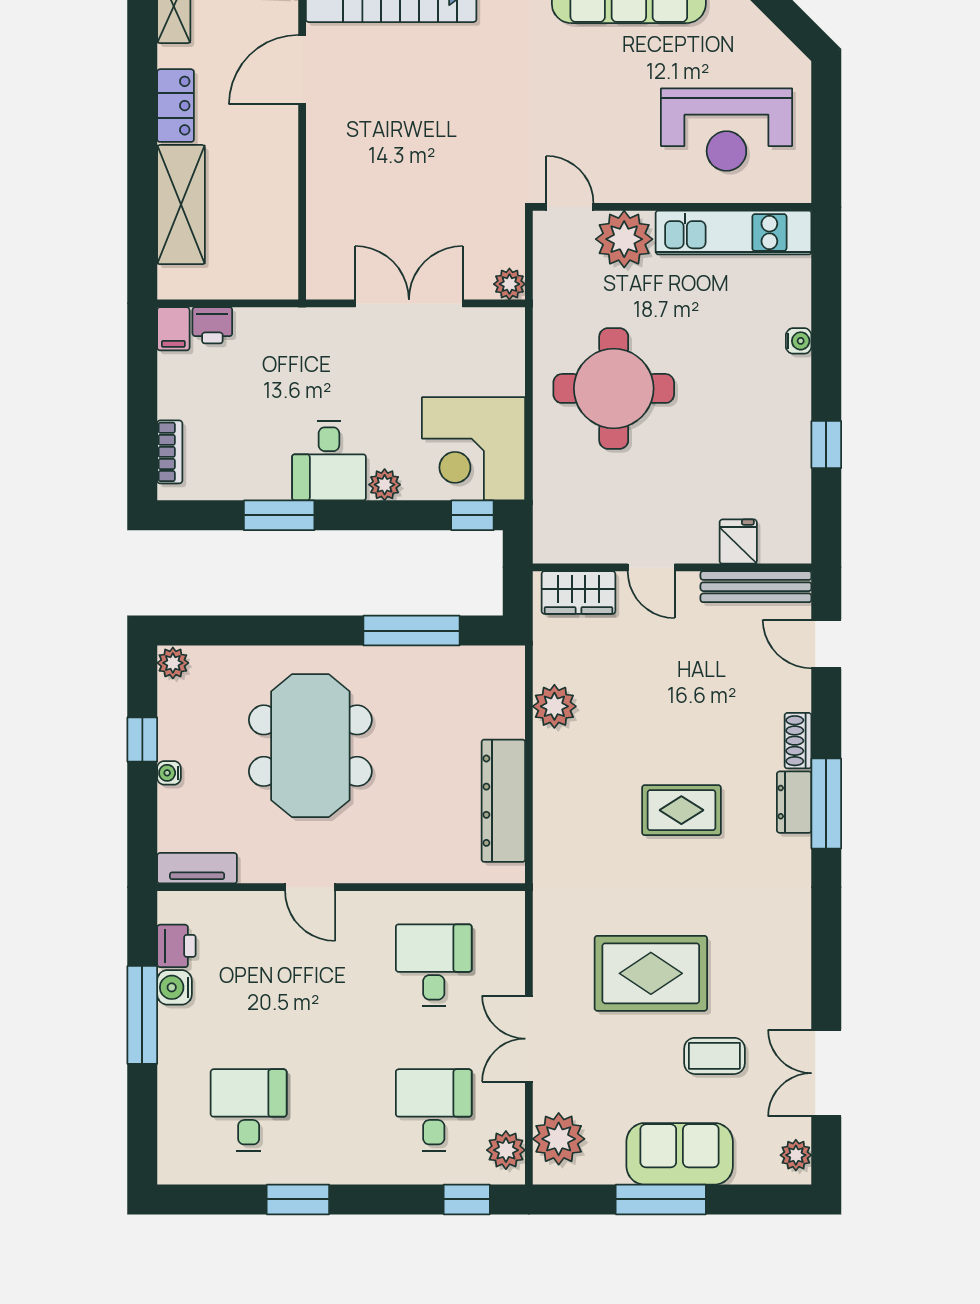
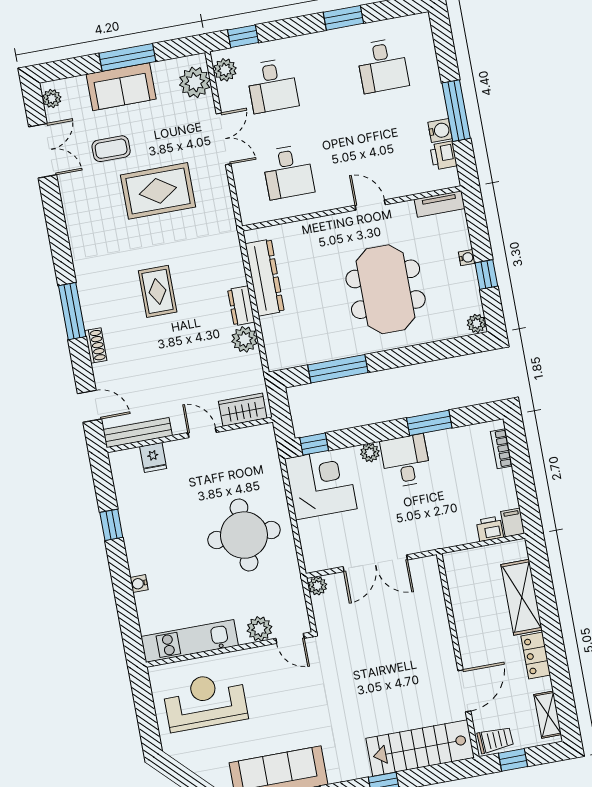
plant: (624, 239) -> (259, 629), width x0.73, depth x0.73
dresser: (794, 802) -> (241, 306), moved, turned 180
rug: (681, 810) -> (158, 291), turned 90

